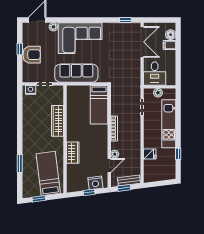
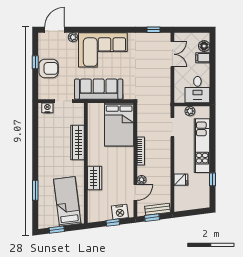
double door: (142, 42) -> (172, 54), width x0.73
desk: (155, 74) -> (197, 90), moved
bed: (99, 105) -> (119, 124), width x1.50

